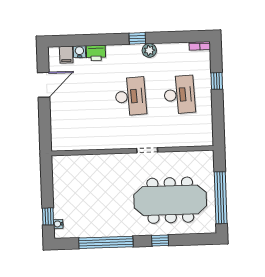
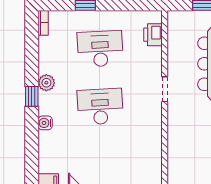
water cooler: (79, 52) -> (45, 123), moved
printer: (96, 53) -> (153, 35), moved, turned 180

